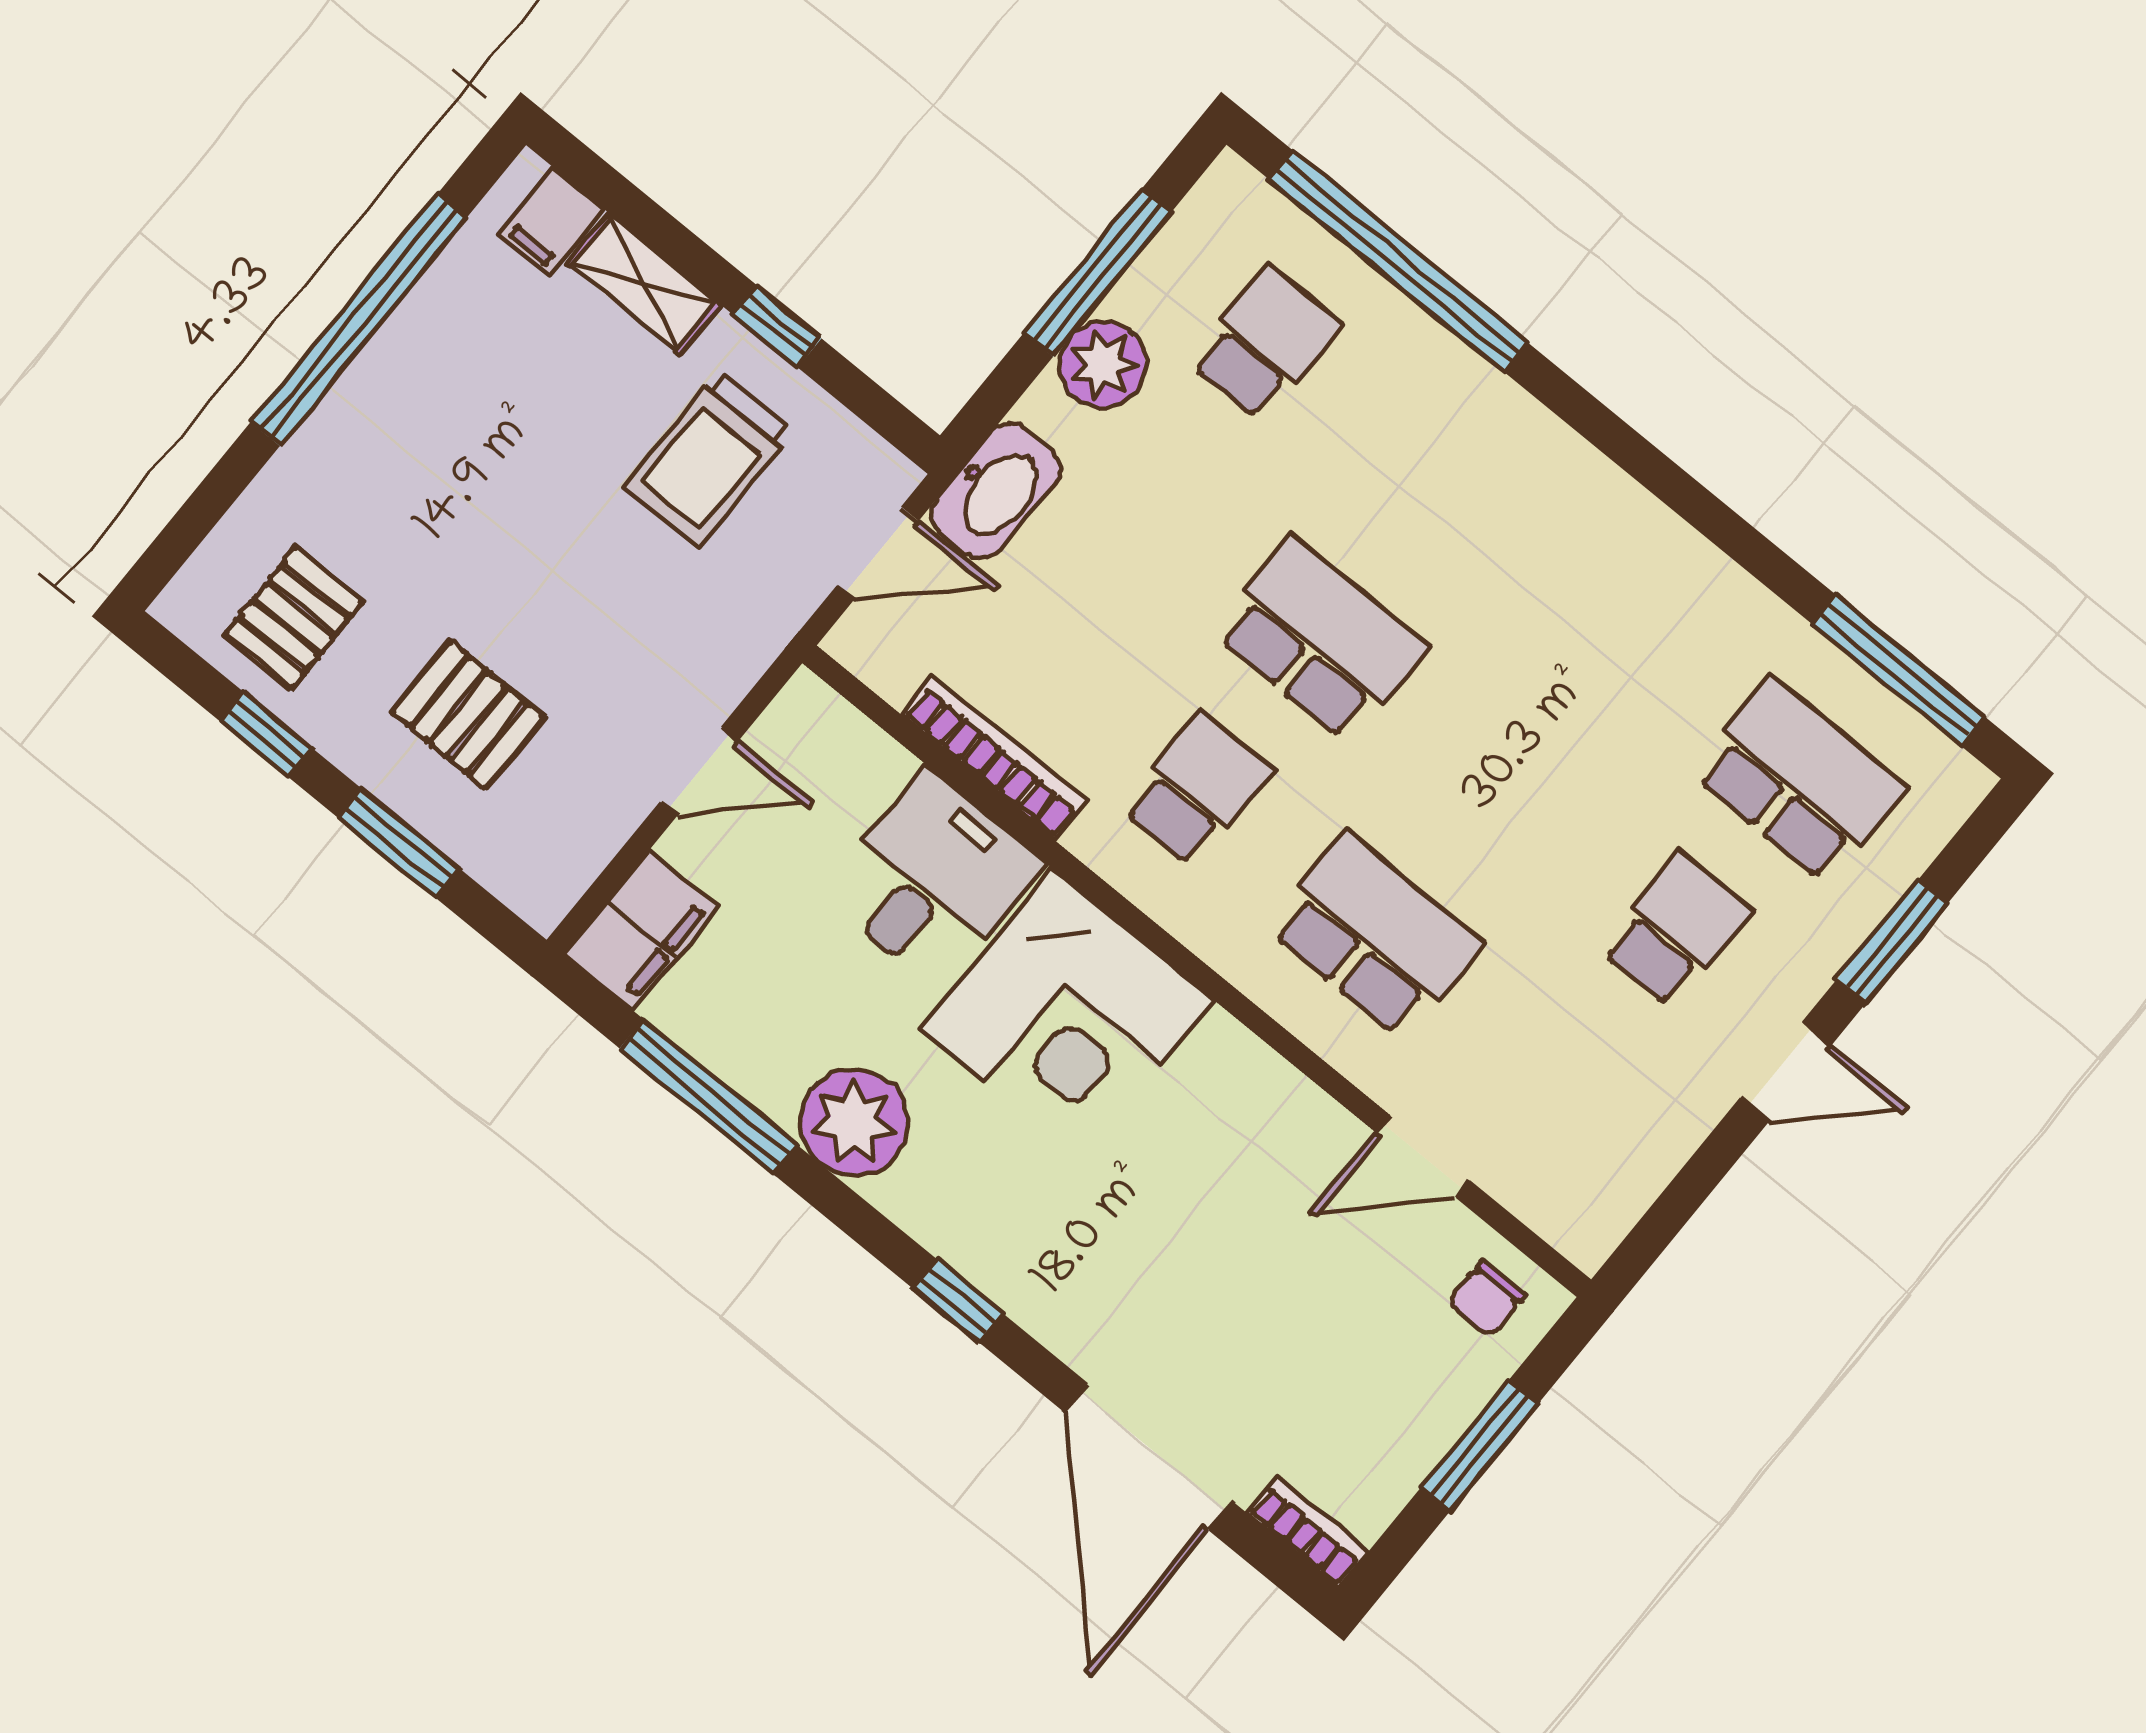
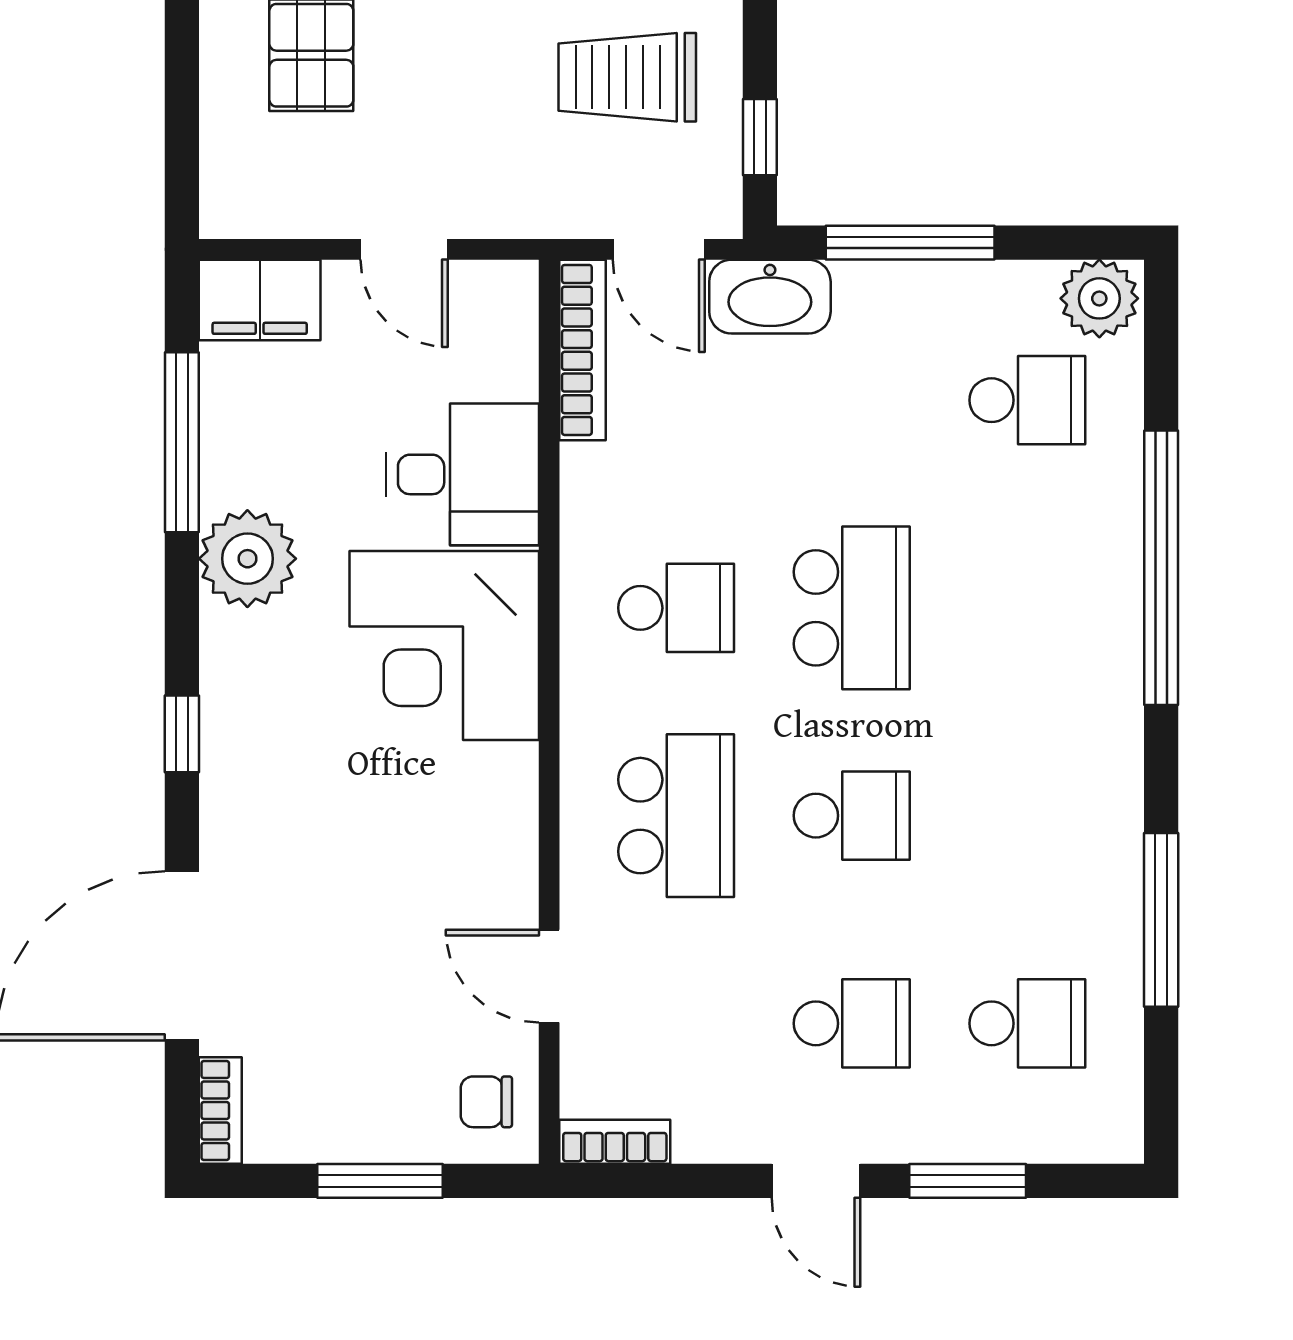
window: (1399, 261) -> (1161, 568), moved
window: (1098, 273) -> (910, 243), moved
window: (777, 326) -> (760, 137), moved
plant: (1102, 365) -> (1099, 298), moved
window: (1898, 670) -> (1161, 920), moved
bookcase: (994, 758) -> (582, 350), moved
school desk: (1799, 780) -> (1027, 1023), width x0.54
school desk: (1498, 785) -> (852, 816), added
window: (399, 843) -> (182, 80), removed
bookcase: (1611, 1216) -> (615, 1142), added

